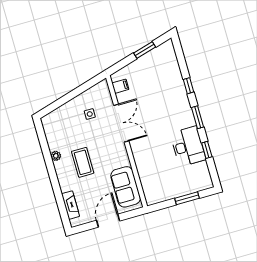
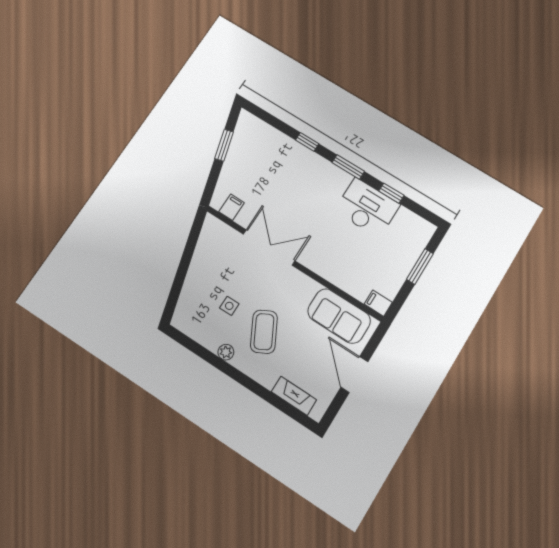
side table: (90, 114) -> (229, 306), moved
coffee table: (83, 162) -> (264, 332), turned 62
filing cabinet: (150, 198) -> (378, 303), added

